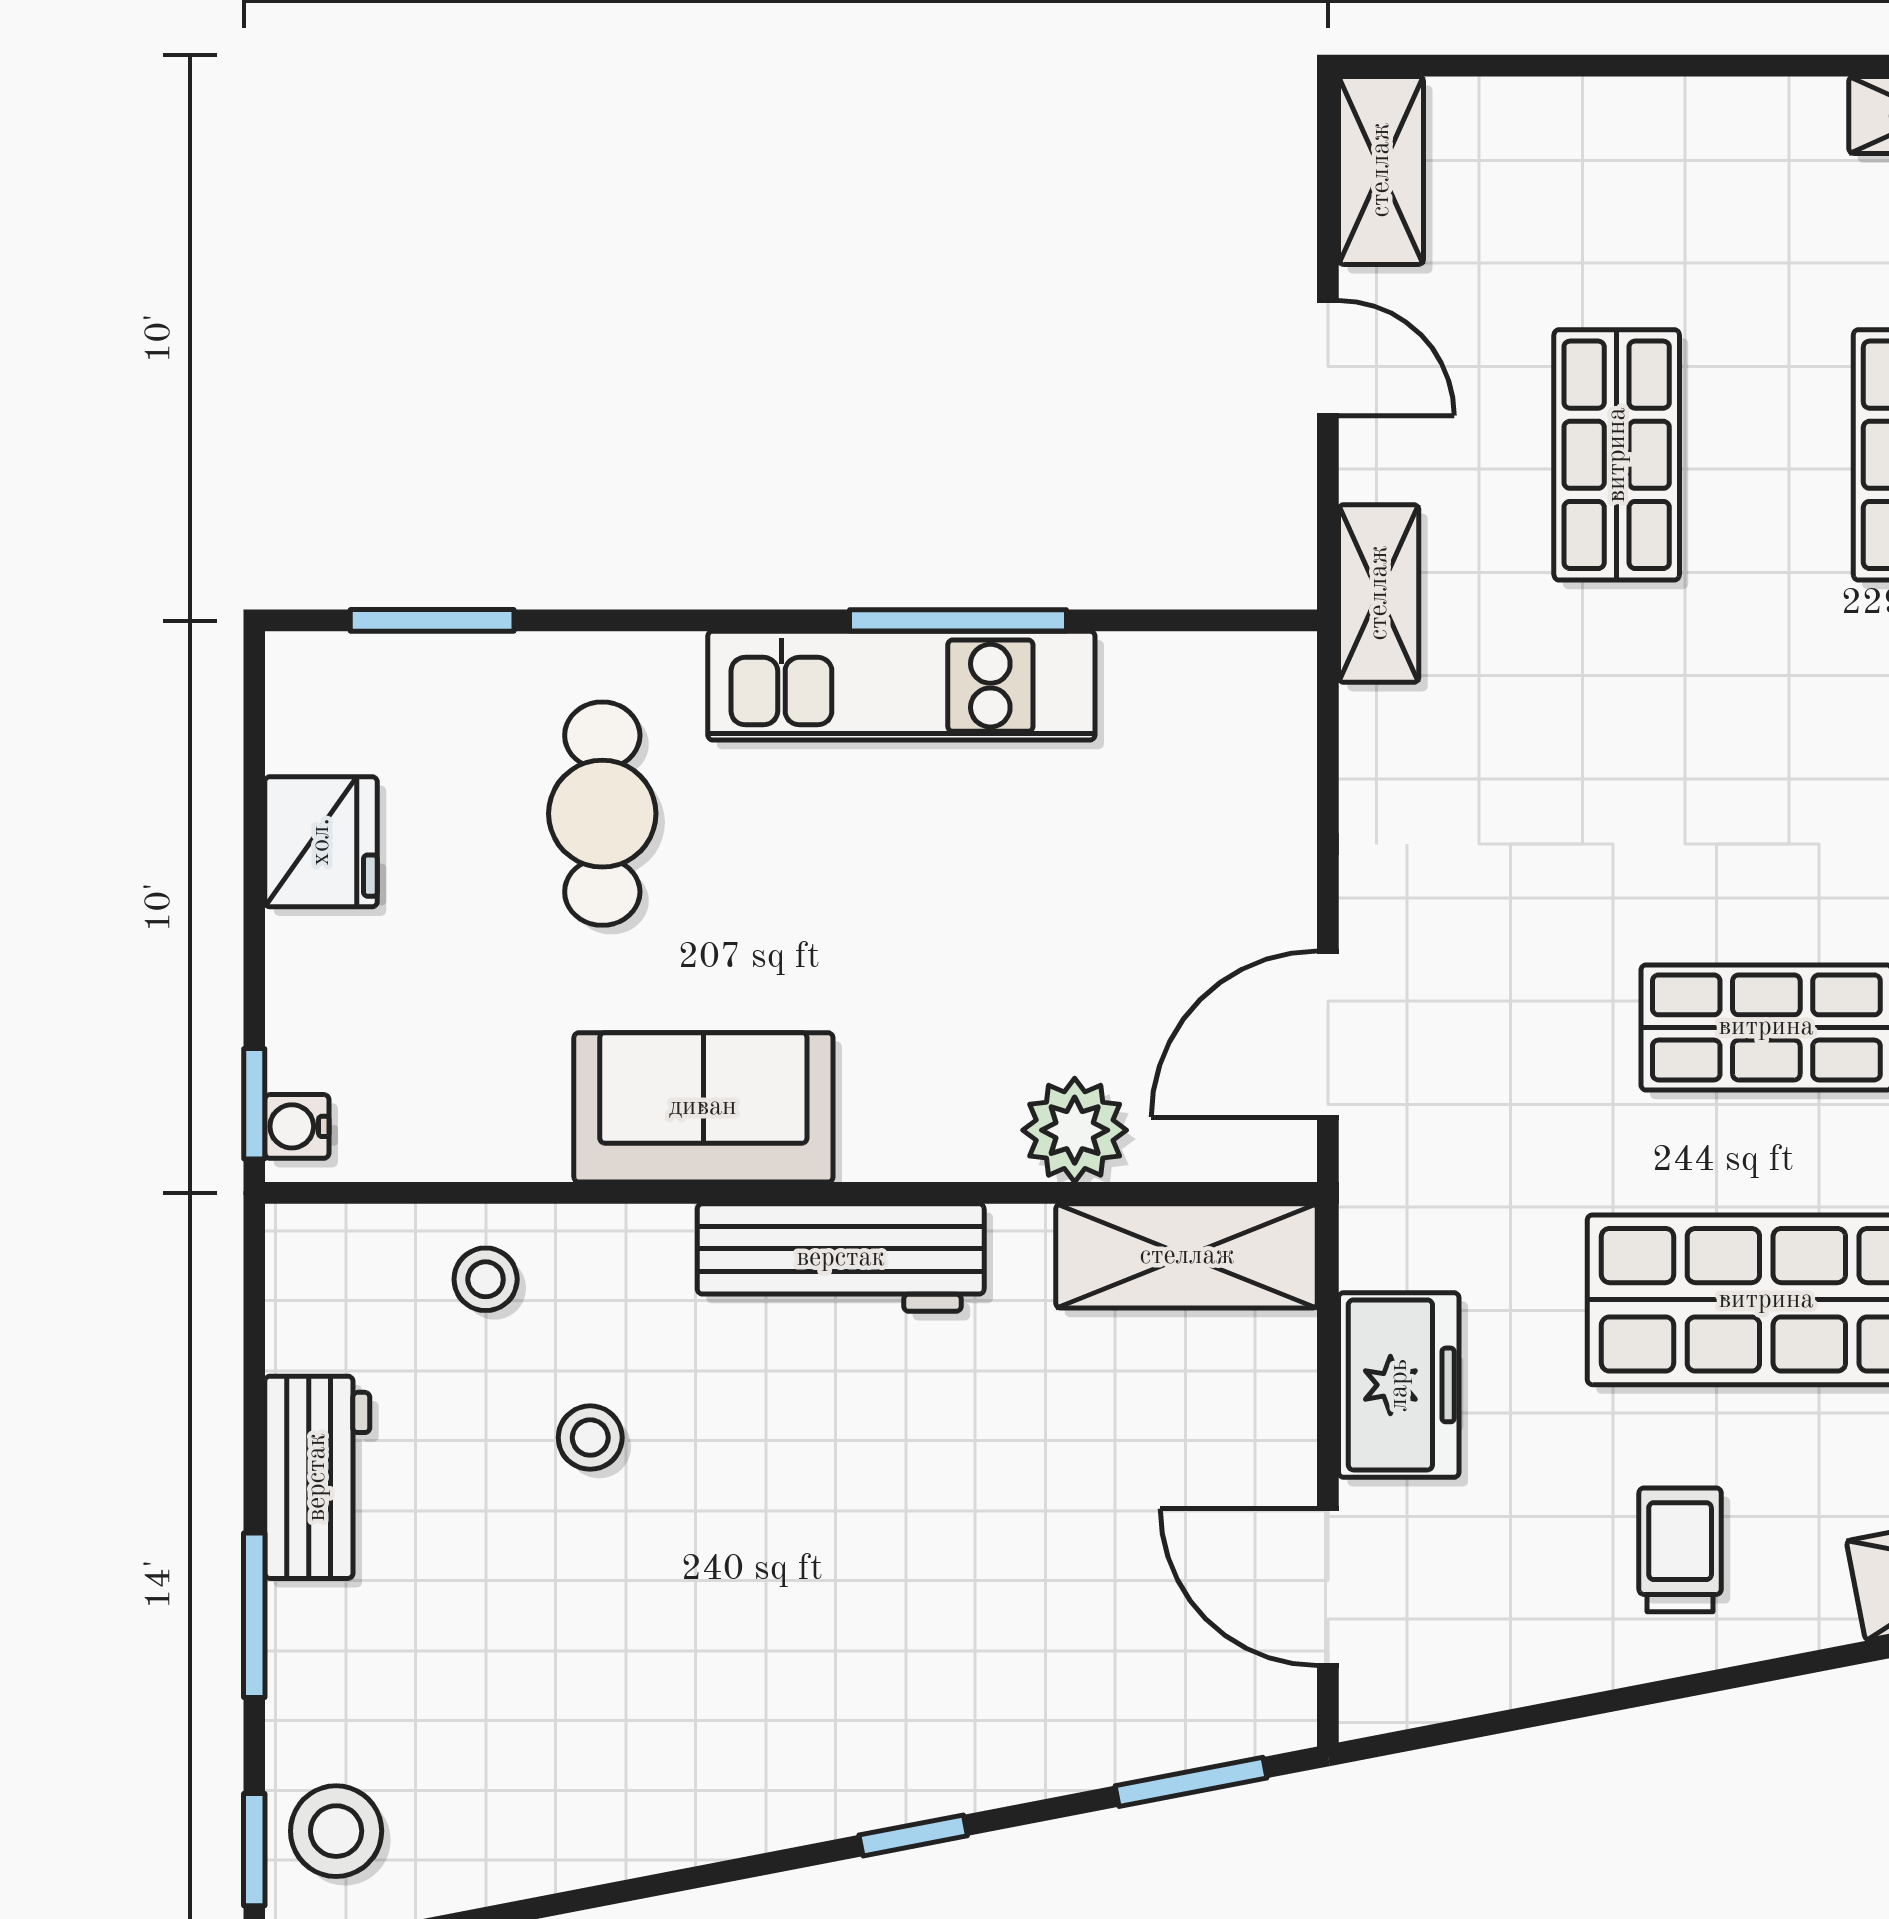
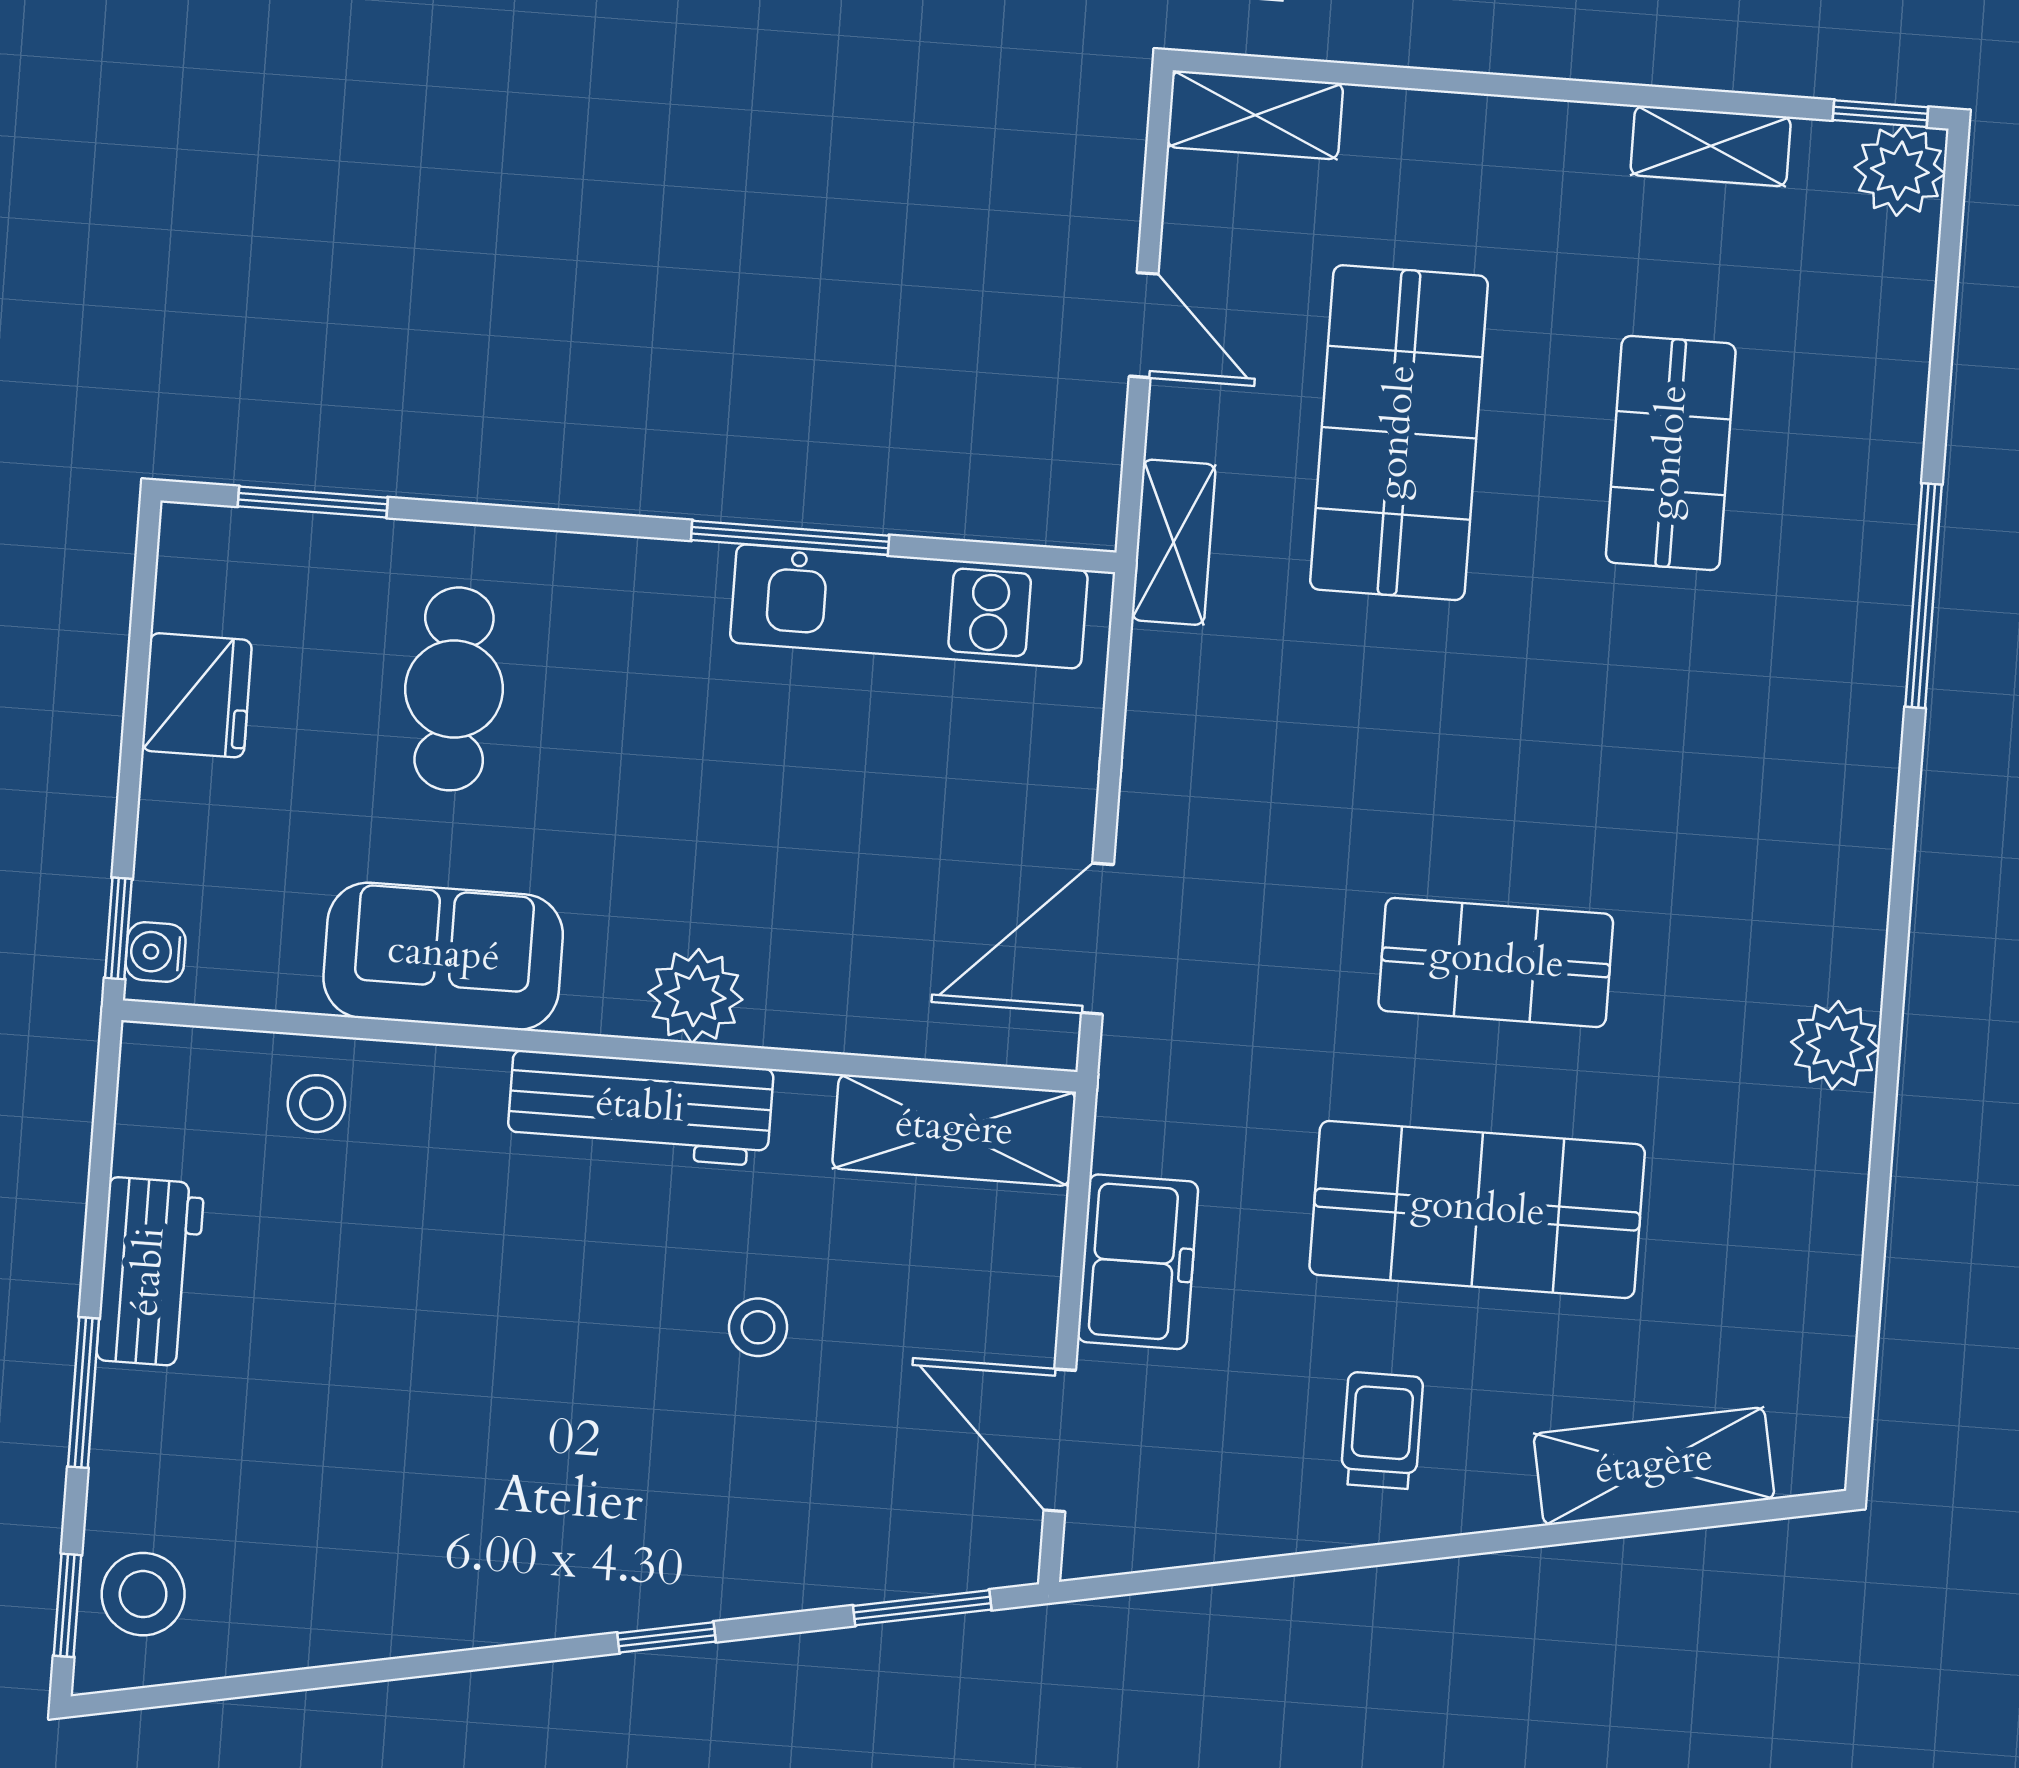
shelving: (1381, 170) -> (1255, 115), moved, turned 90
shop shelf: (1617, 455) -> (1399, 433), width x1.43, depth x1.36
kitchen unit: (901, 686) -> (909, 606), moved
sofa: (703, 1107) -> (443, 956), moved
plant: (1075, 1130) -> (695, 996), moved
stool: (590, 1438) -> (758, 1327), moved

